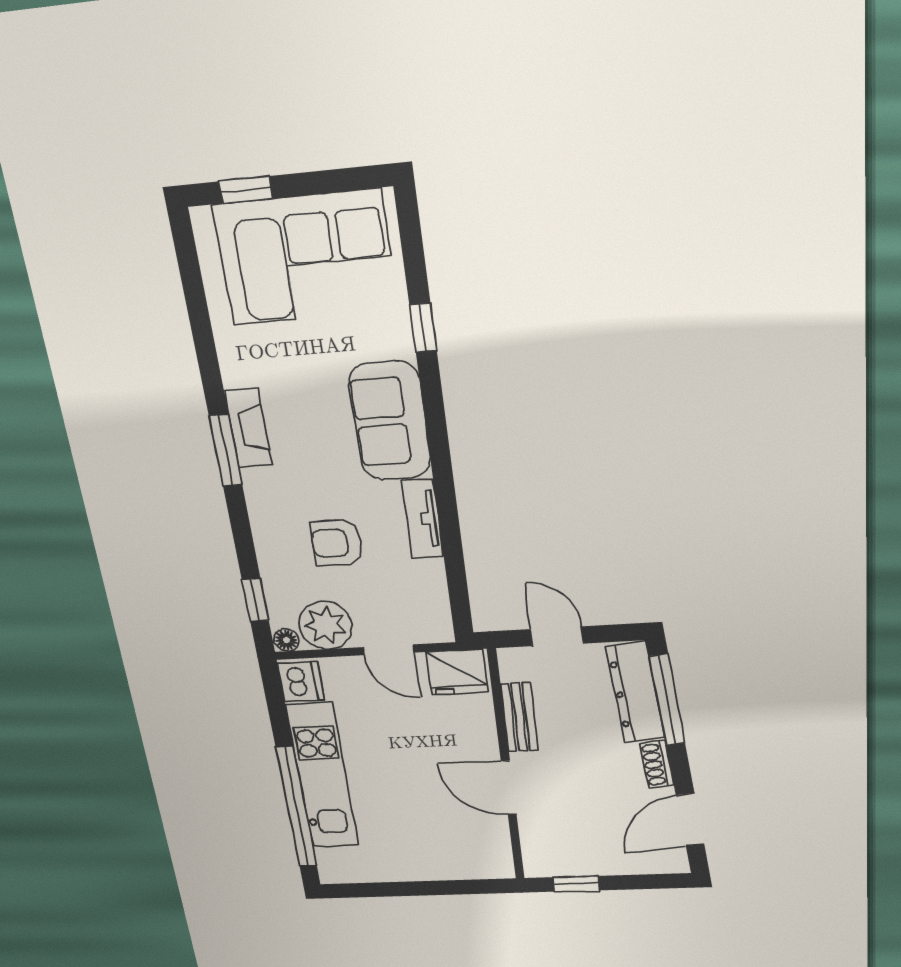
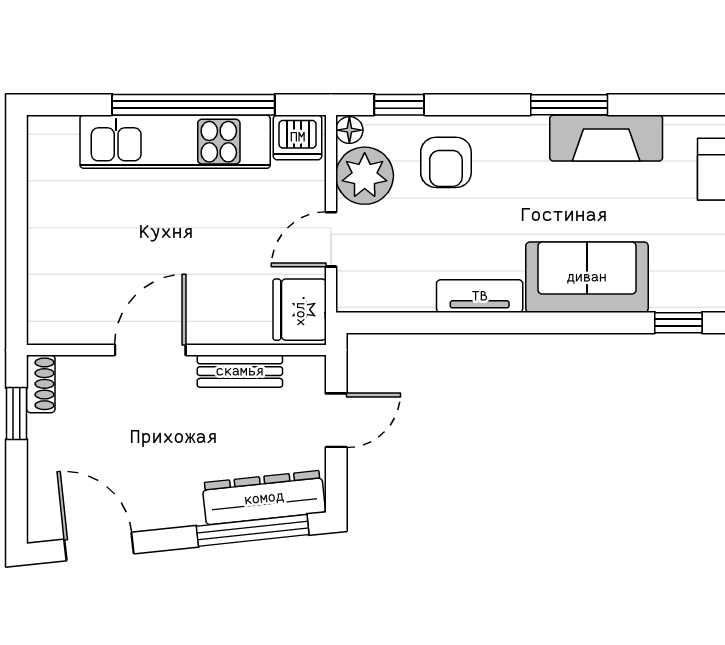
fireplace: (248, 428) -> (606, 138), width x1.37, depth x1.32
armchair: (337, 543) -> (446, 162), moved, turned 180
shoe rack: (657, 764) -> (41, 384), moved, turned 96
window: (296, 807) -> (193, 105), moved

